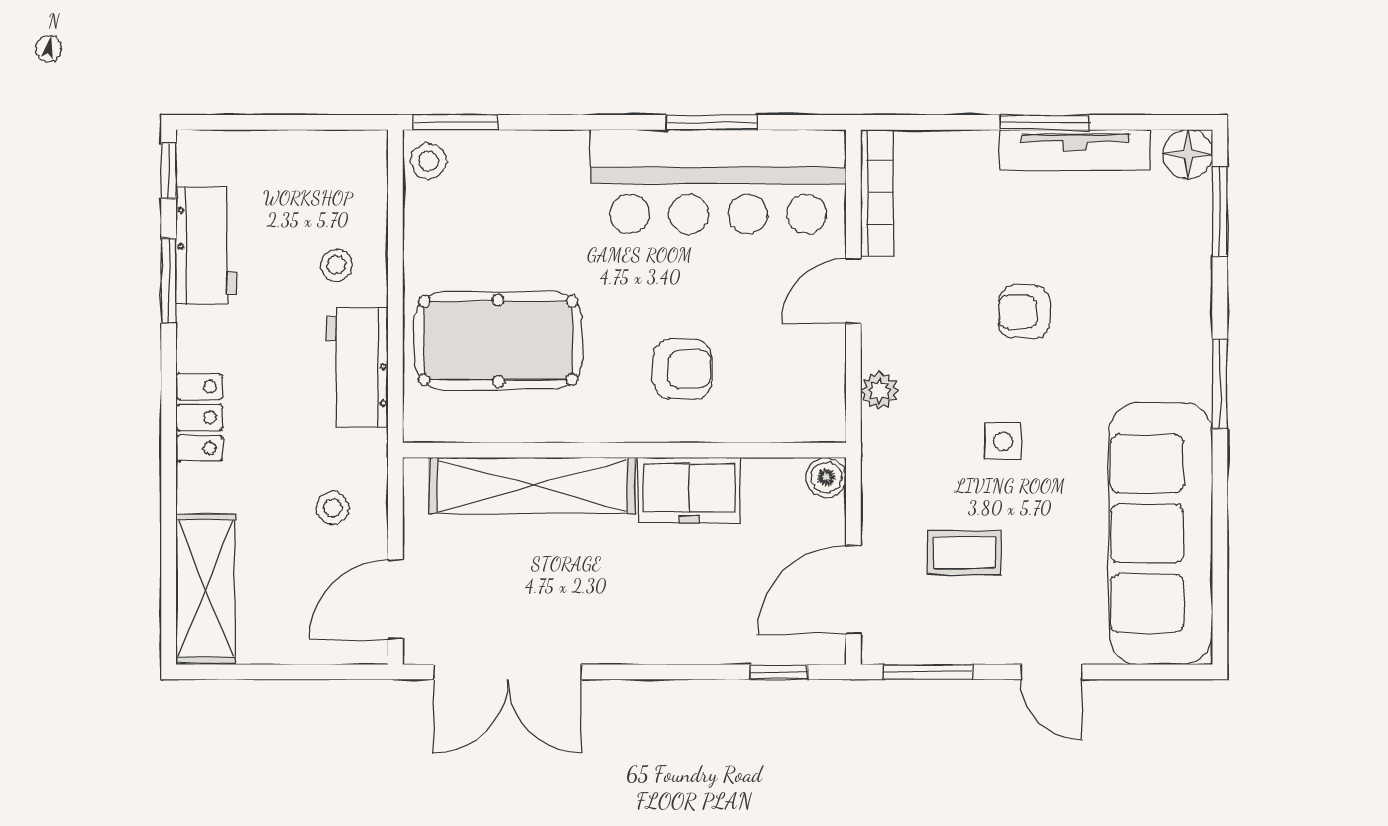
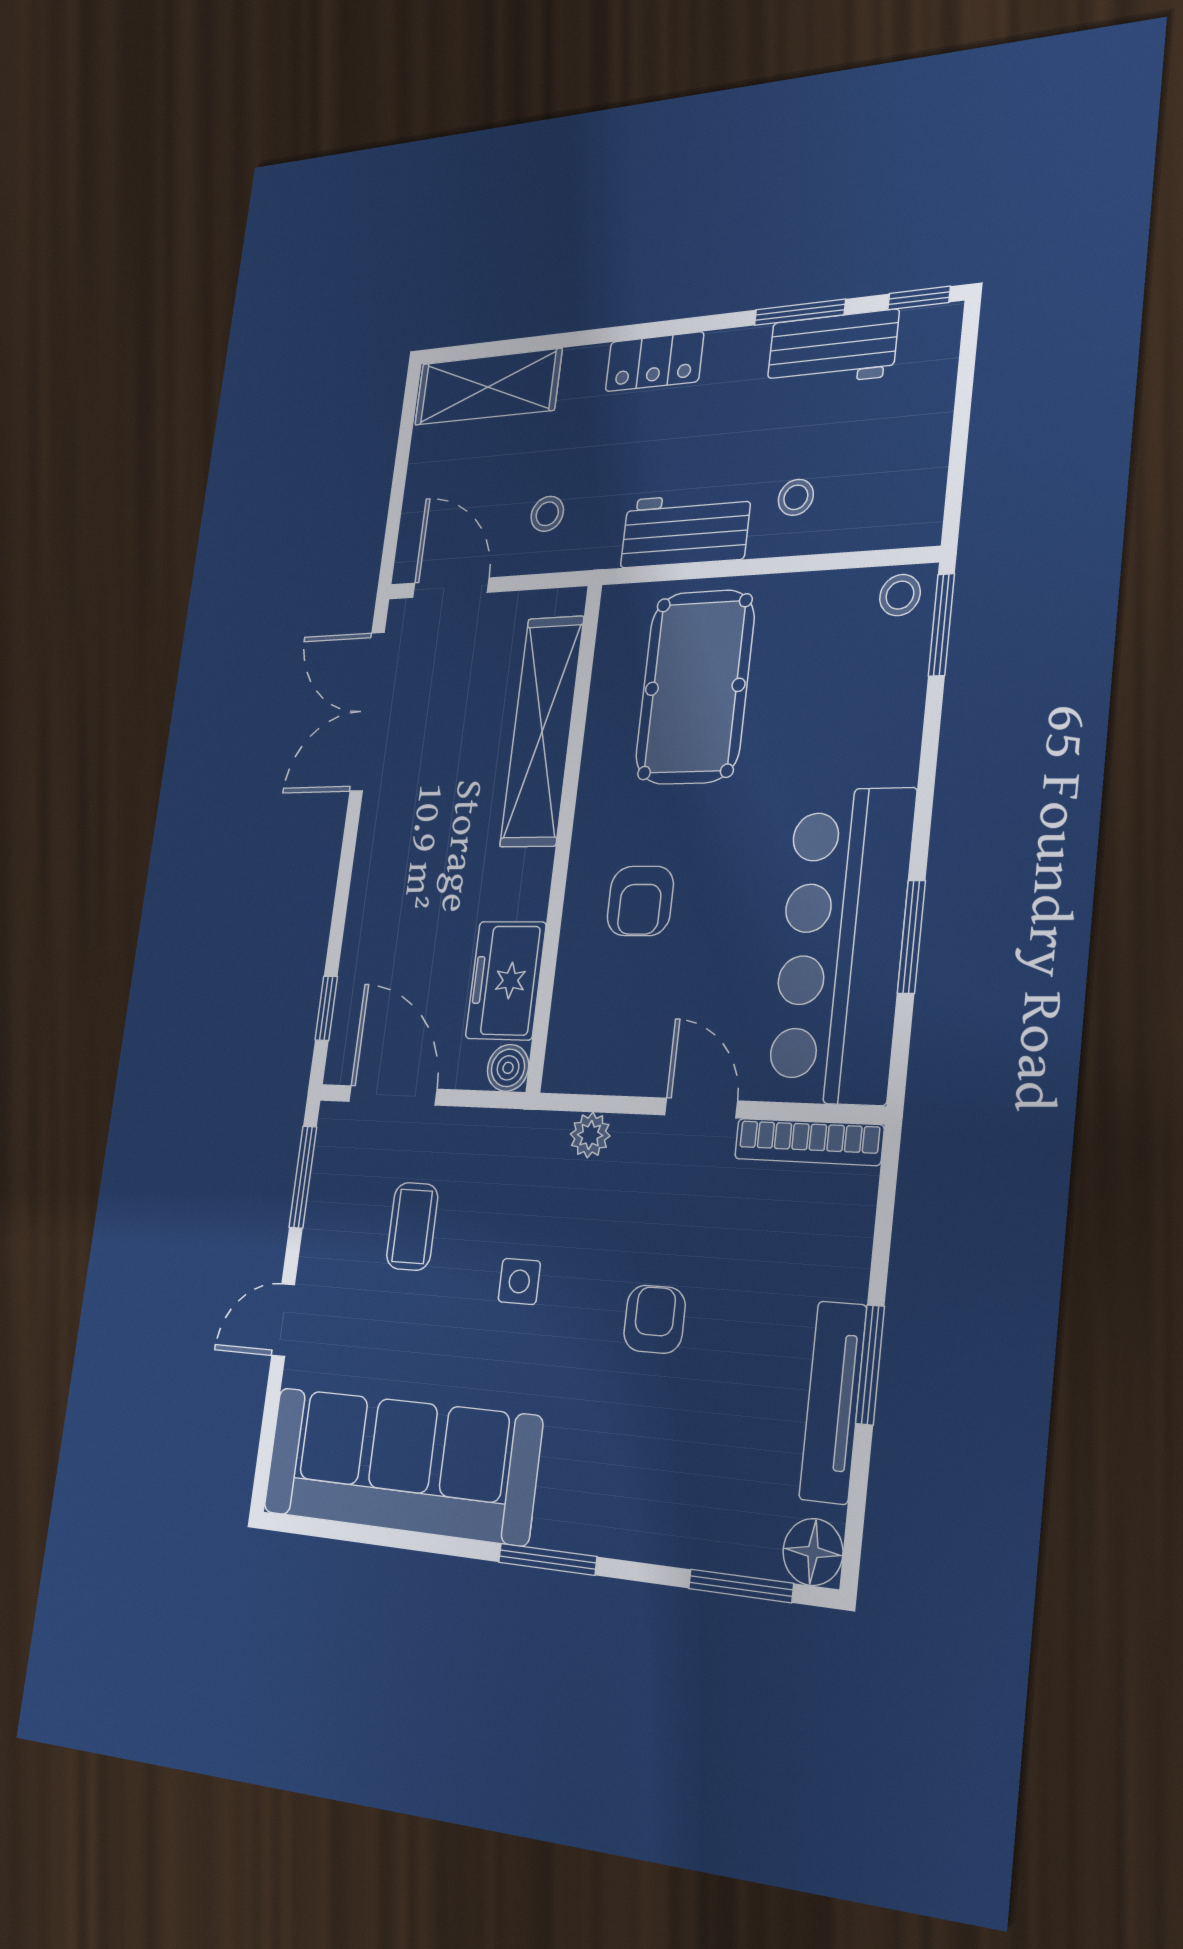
freezer: (689, 490) -> (506, 980), moved

